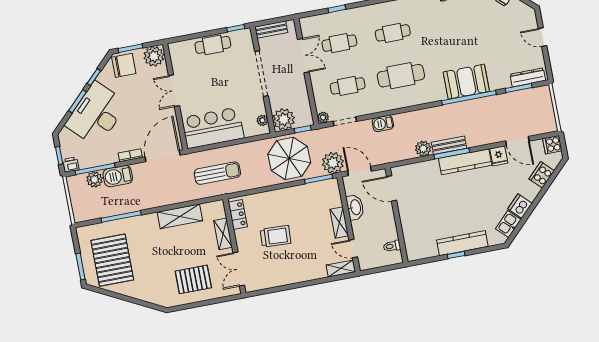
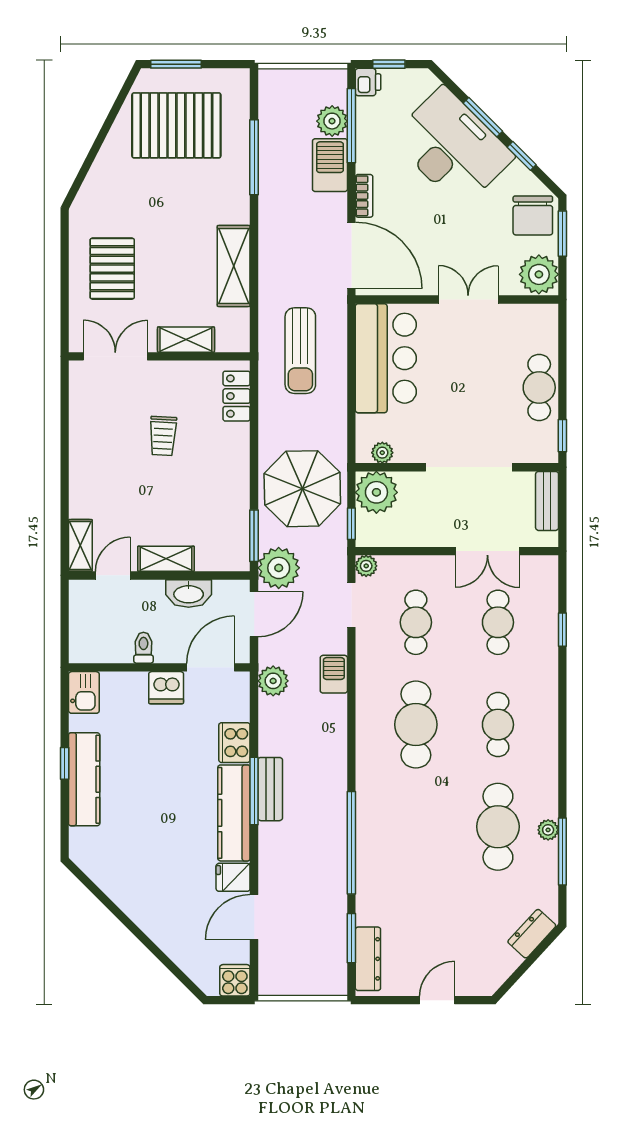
cafe table: (446, 23) -> (498, 827), added
booth: (466, 82) -> (382, 844), removed
plant: (423, 149) -> (273, 681), moved
cooker: (542, 175) -> (234, 743), moved, turned -135
dishwasher: (520, 206) -> (166, 688), moved, turned 135
locker: (238, 214) -> (237, 396), moved, turned 90
kitchen sink: (508, 224) -> (84, 692), moved, turned 45
trolley: (276, 236) -> (163, 436), width x0.73, depth x0.72
toilet: (392, 246) -> (143, 648), moved

